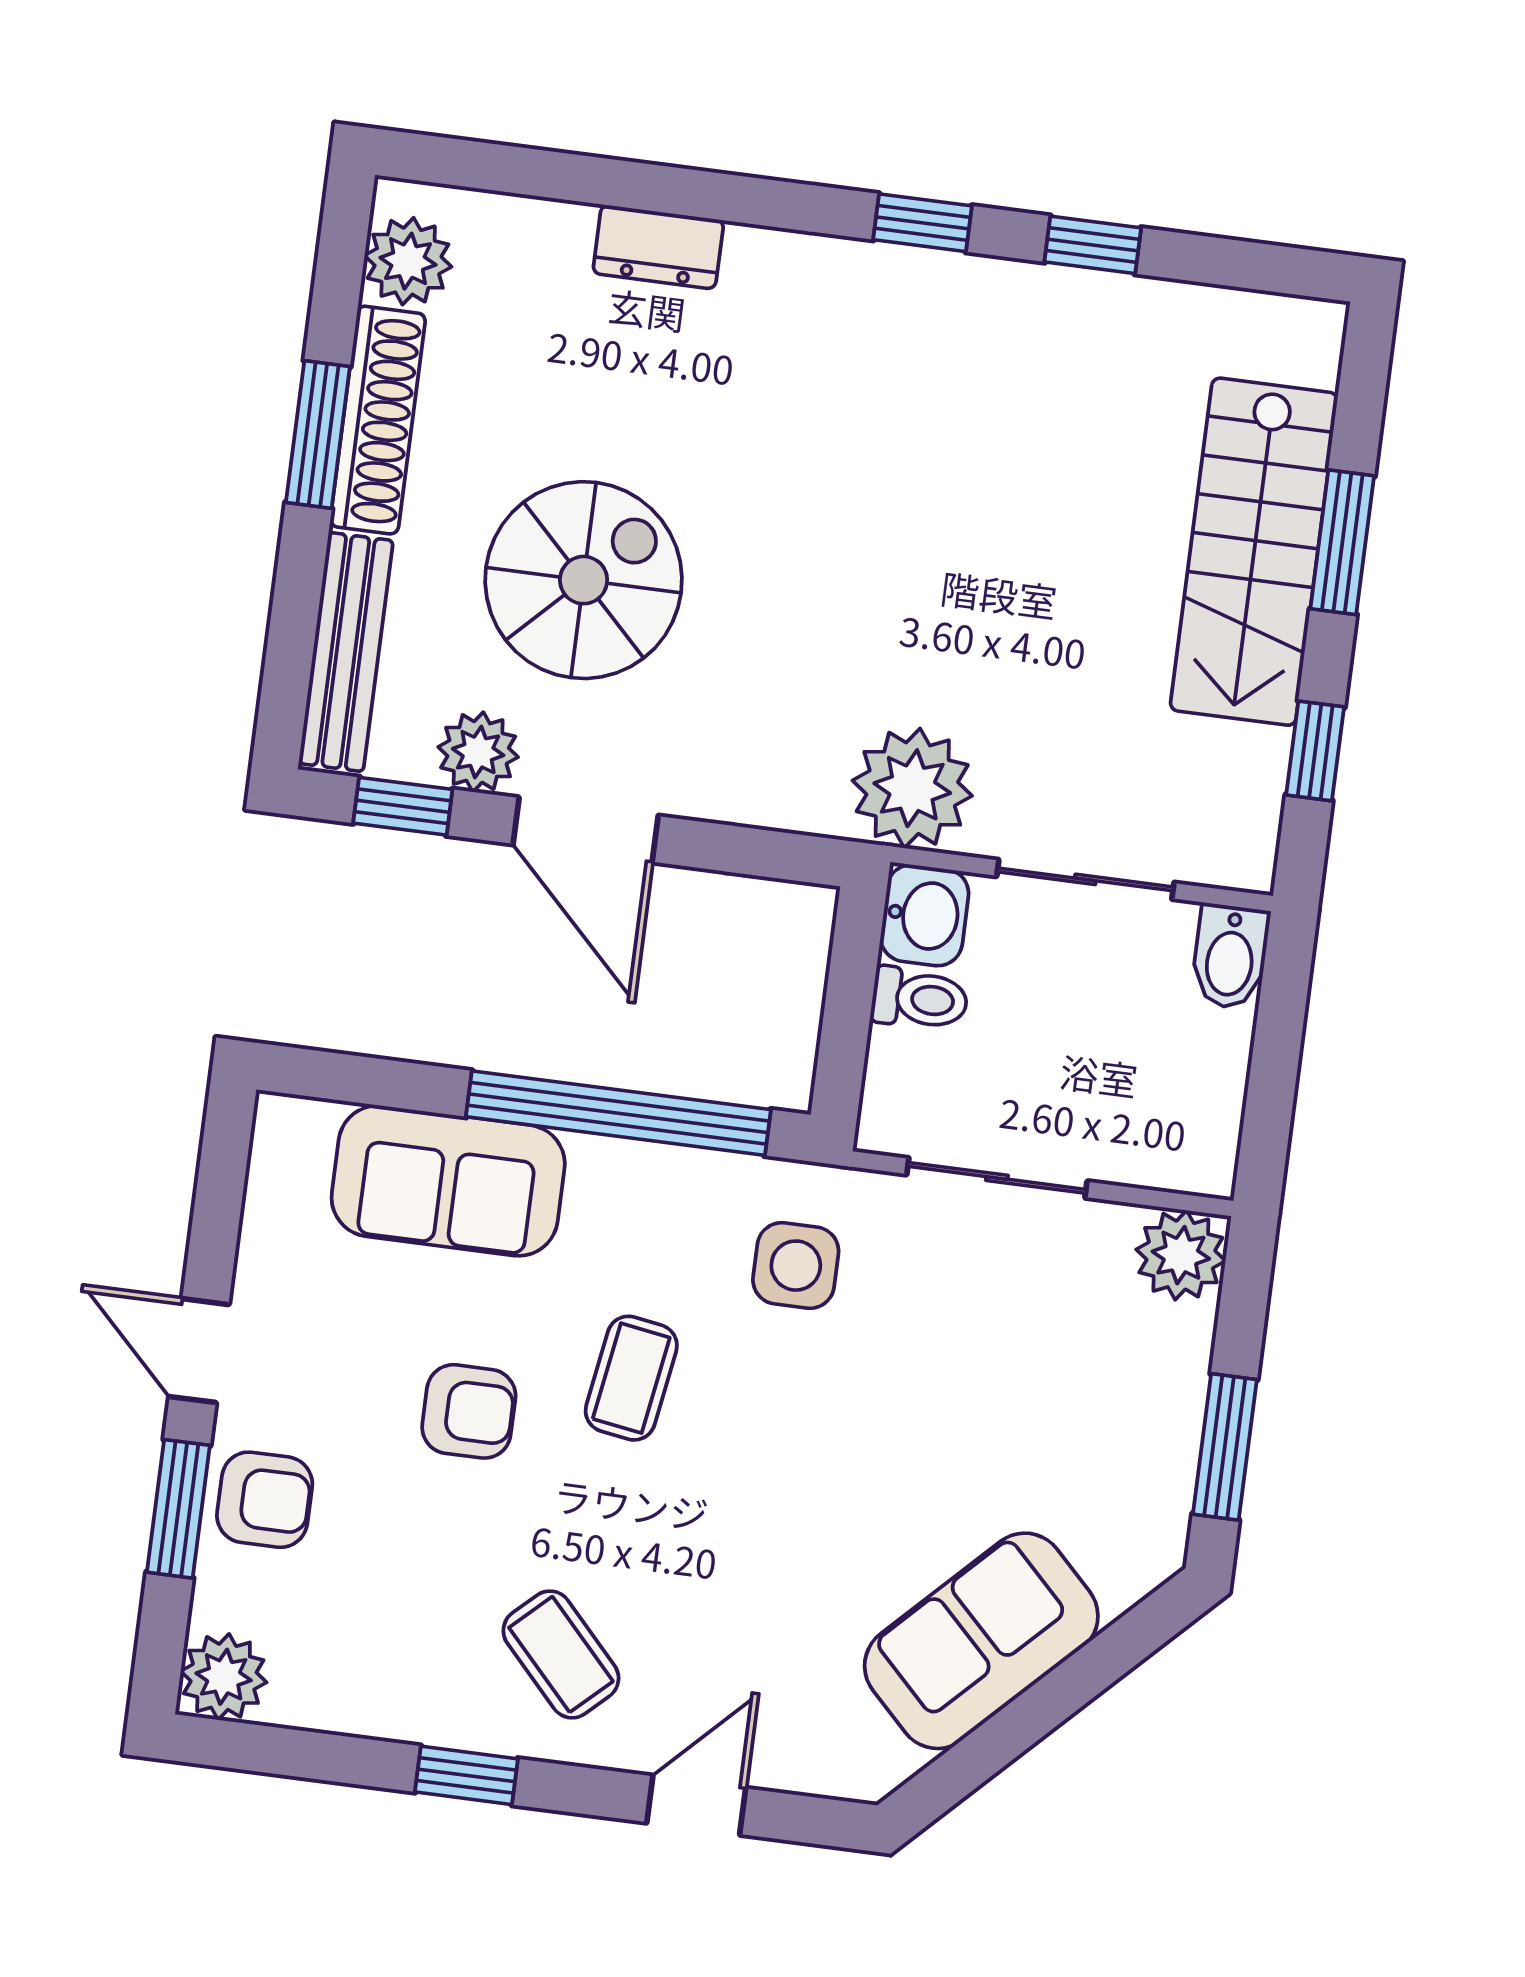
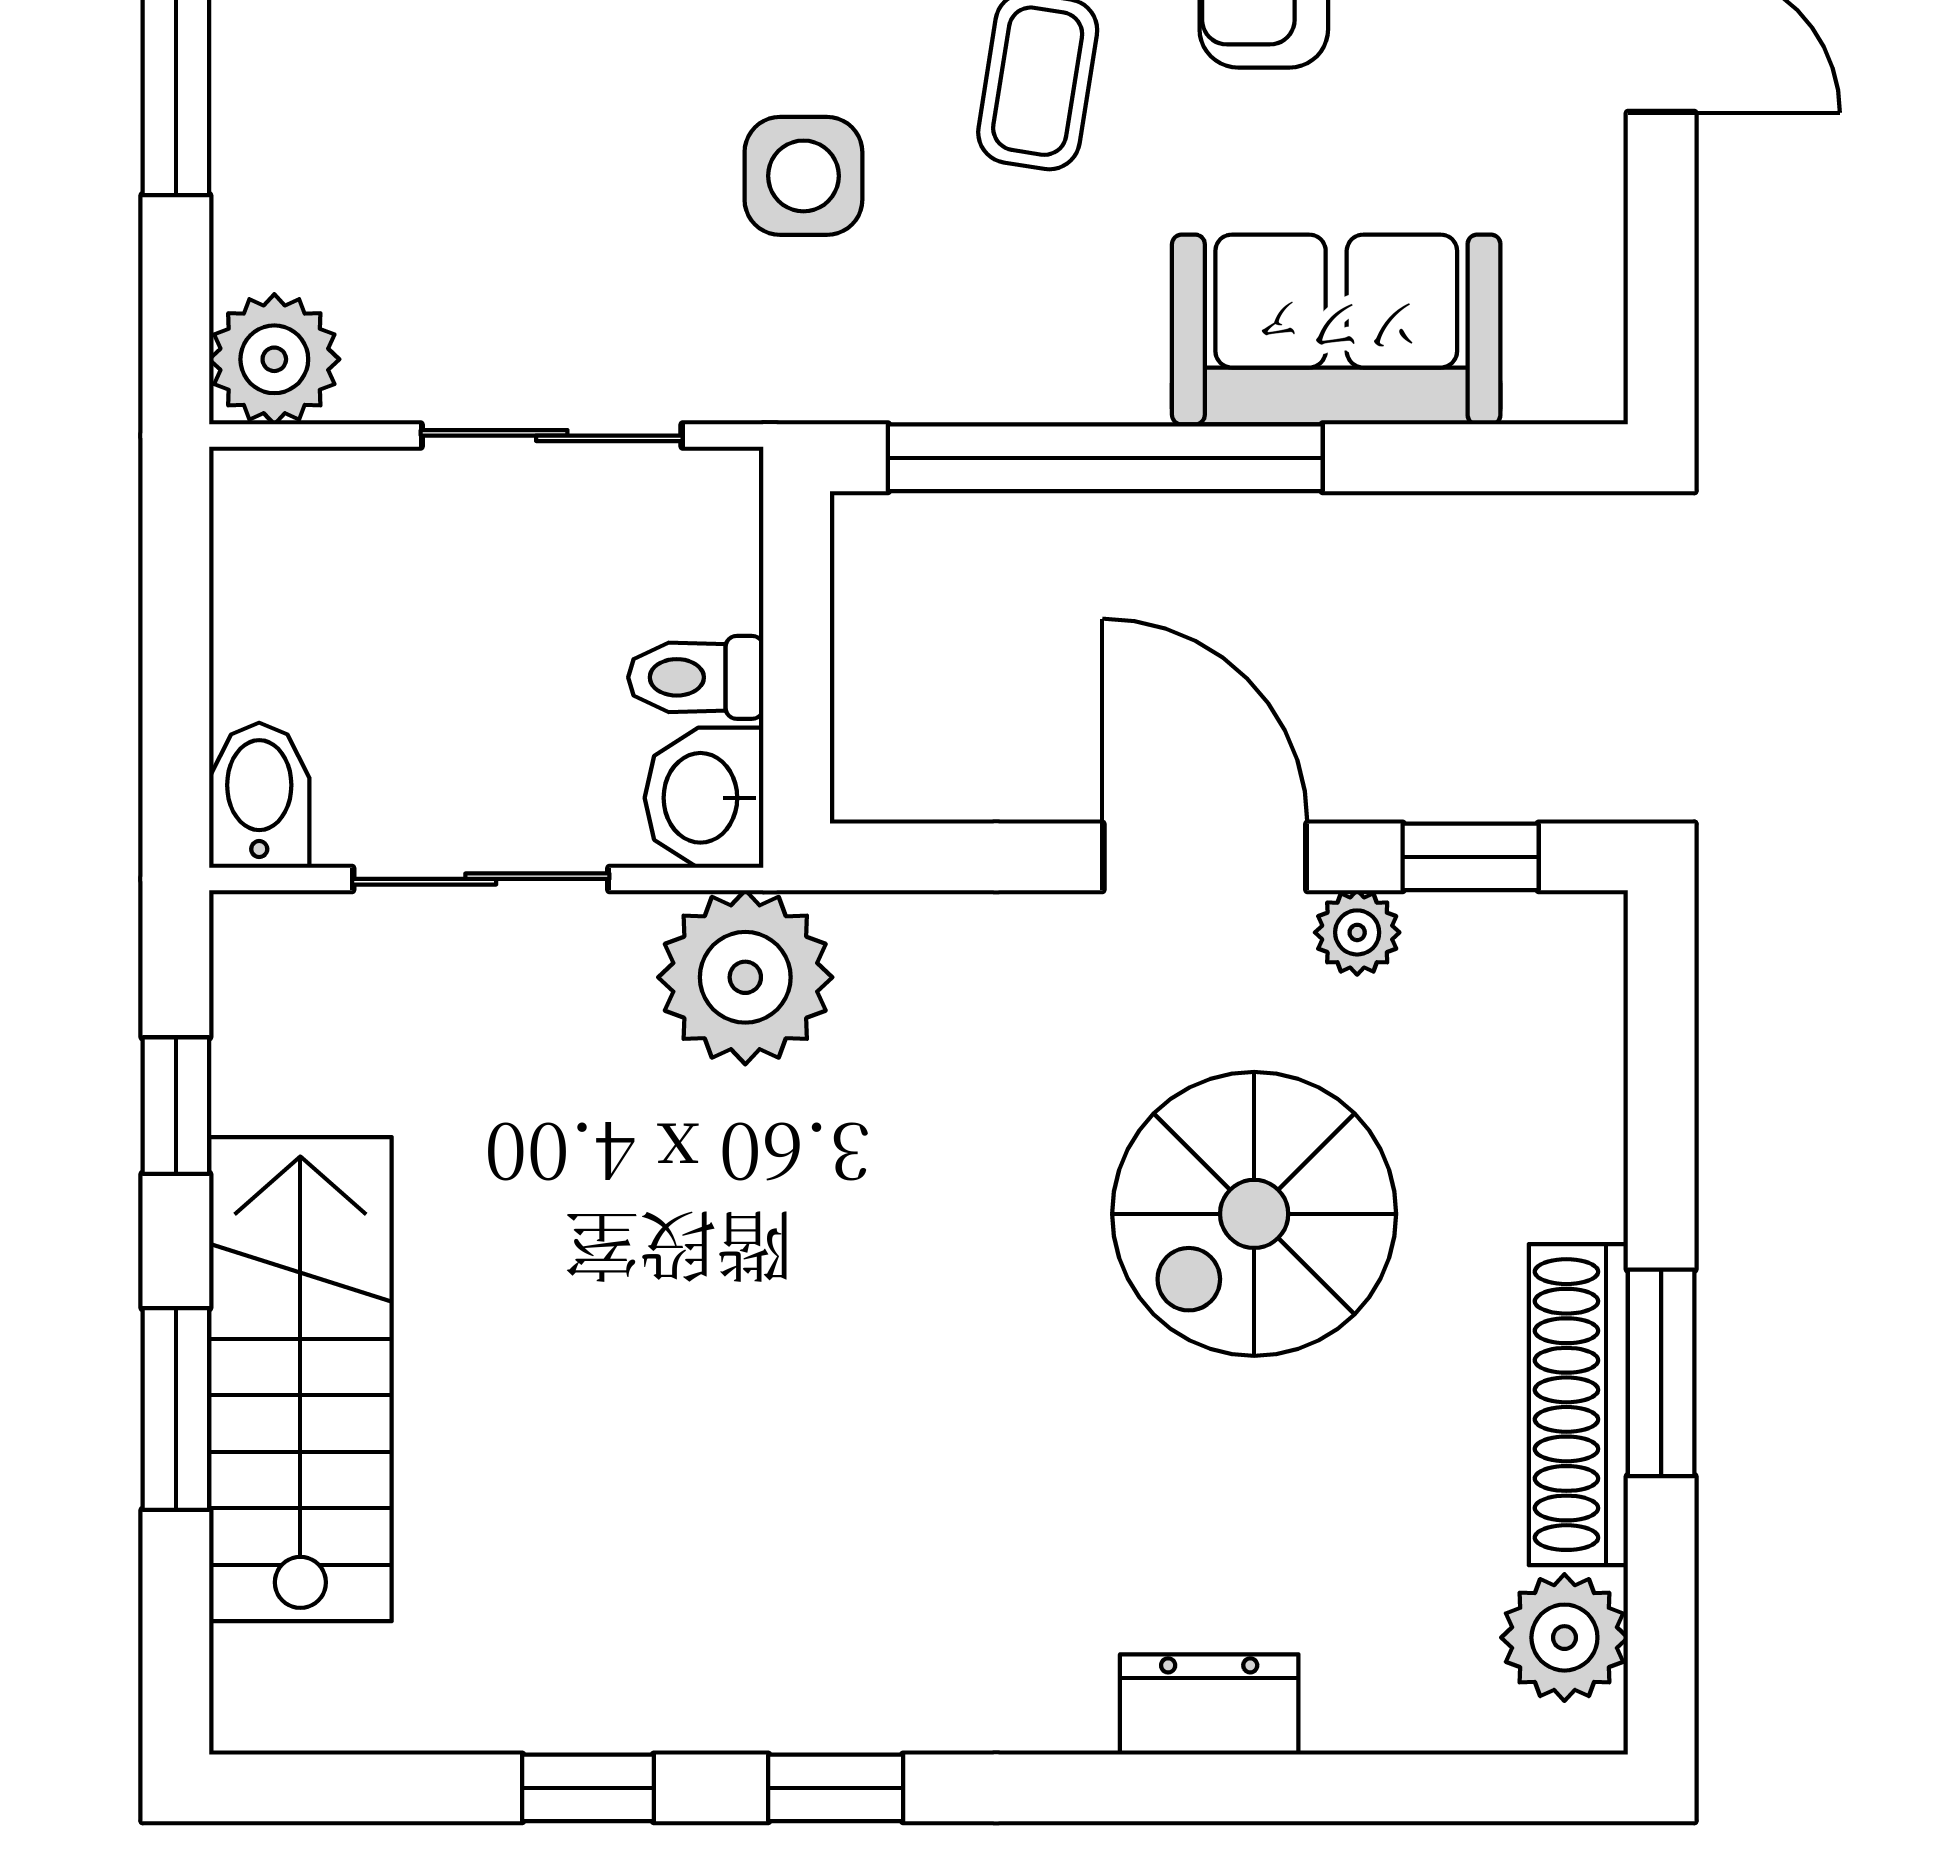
bench: (346, 652) -> (1581, 1067), removed
plant: (478, 752) -> (1357, 932), width x0.73, depth x0.73
side table: (796, 1266) -> (803, 176), moved

